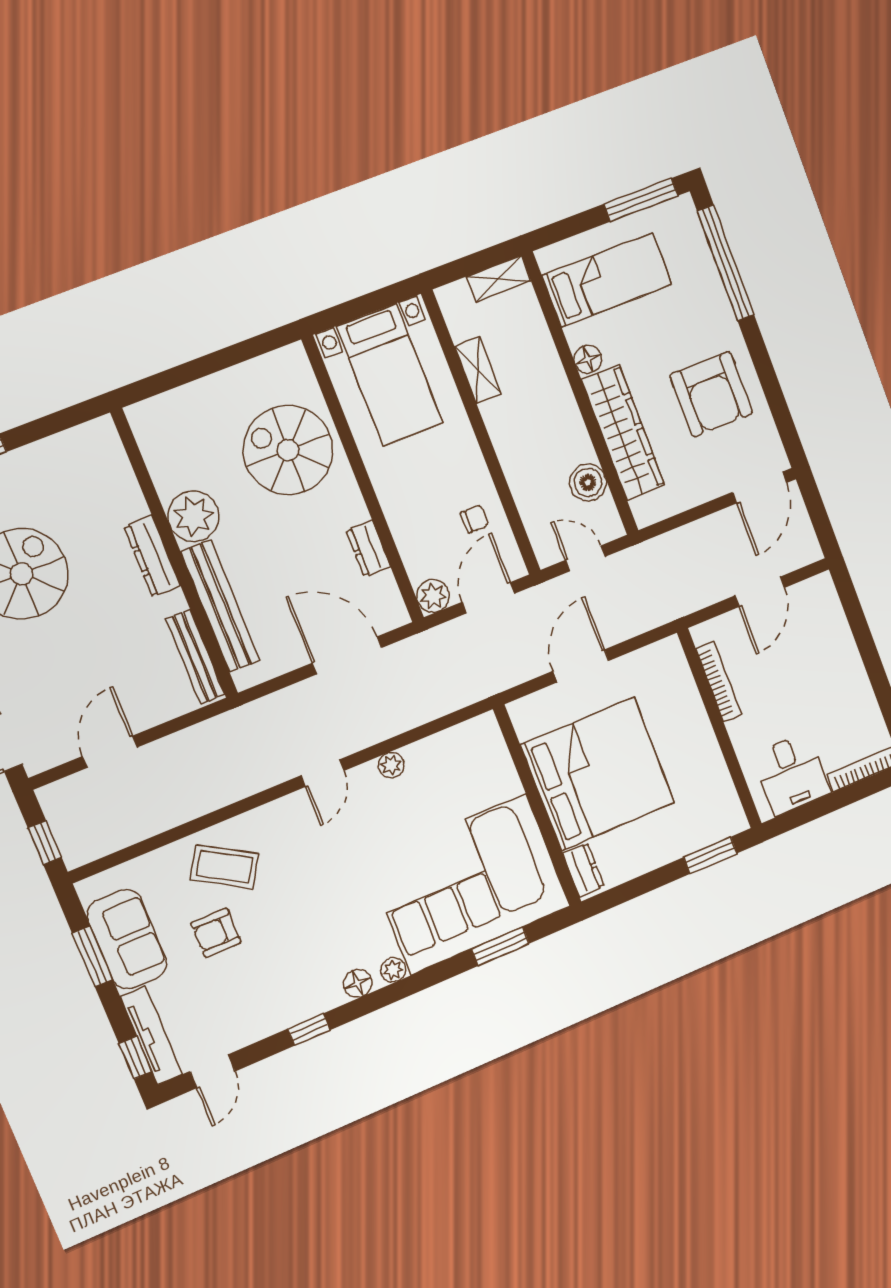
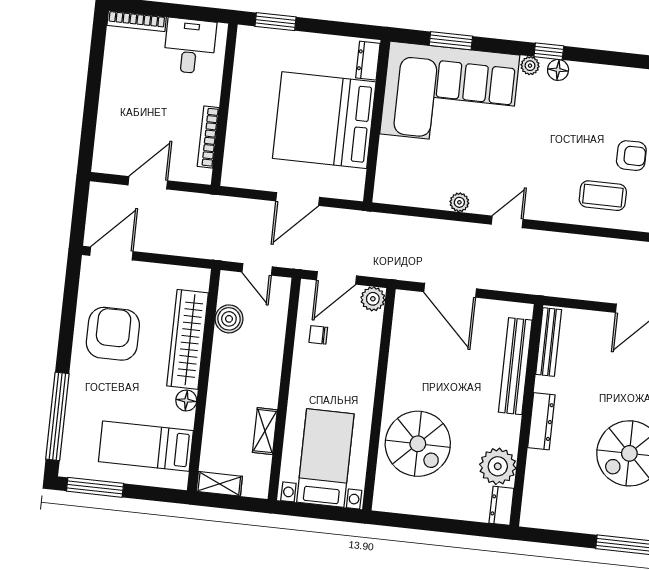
plant: (194, 516) -> (498, 466), moved
dresser: (368, 548) -> (501, 506), moved, turned 180
coffee table: (225, 867) -> (603, 196), turned -31
window: (309, 1029) -> (549, 51), moved

